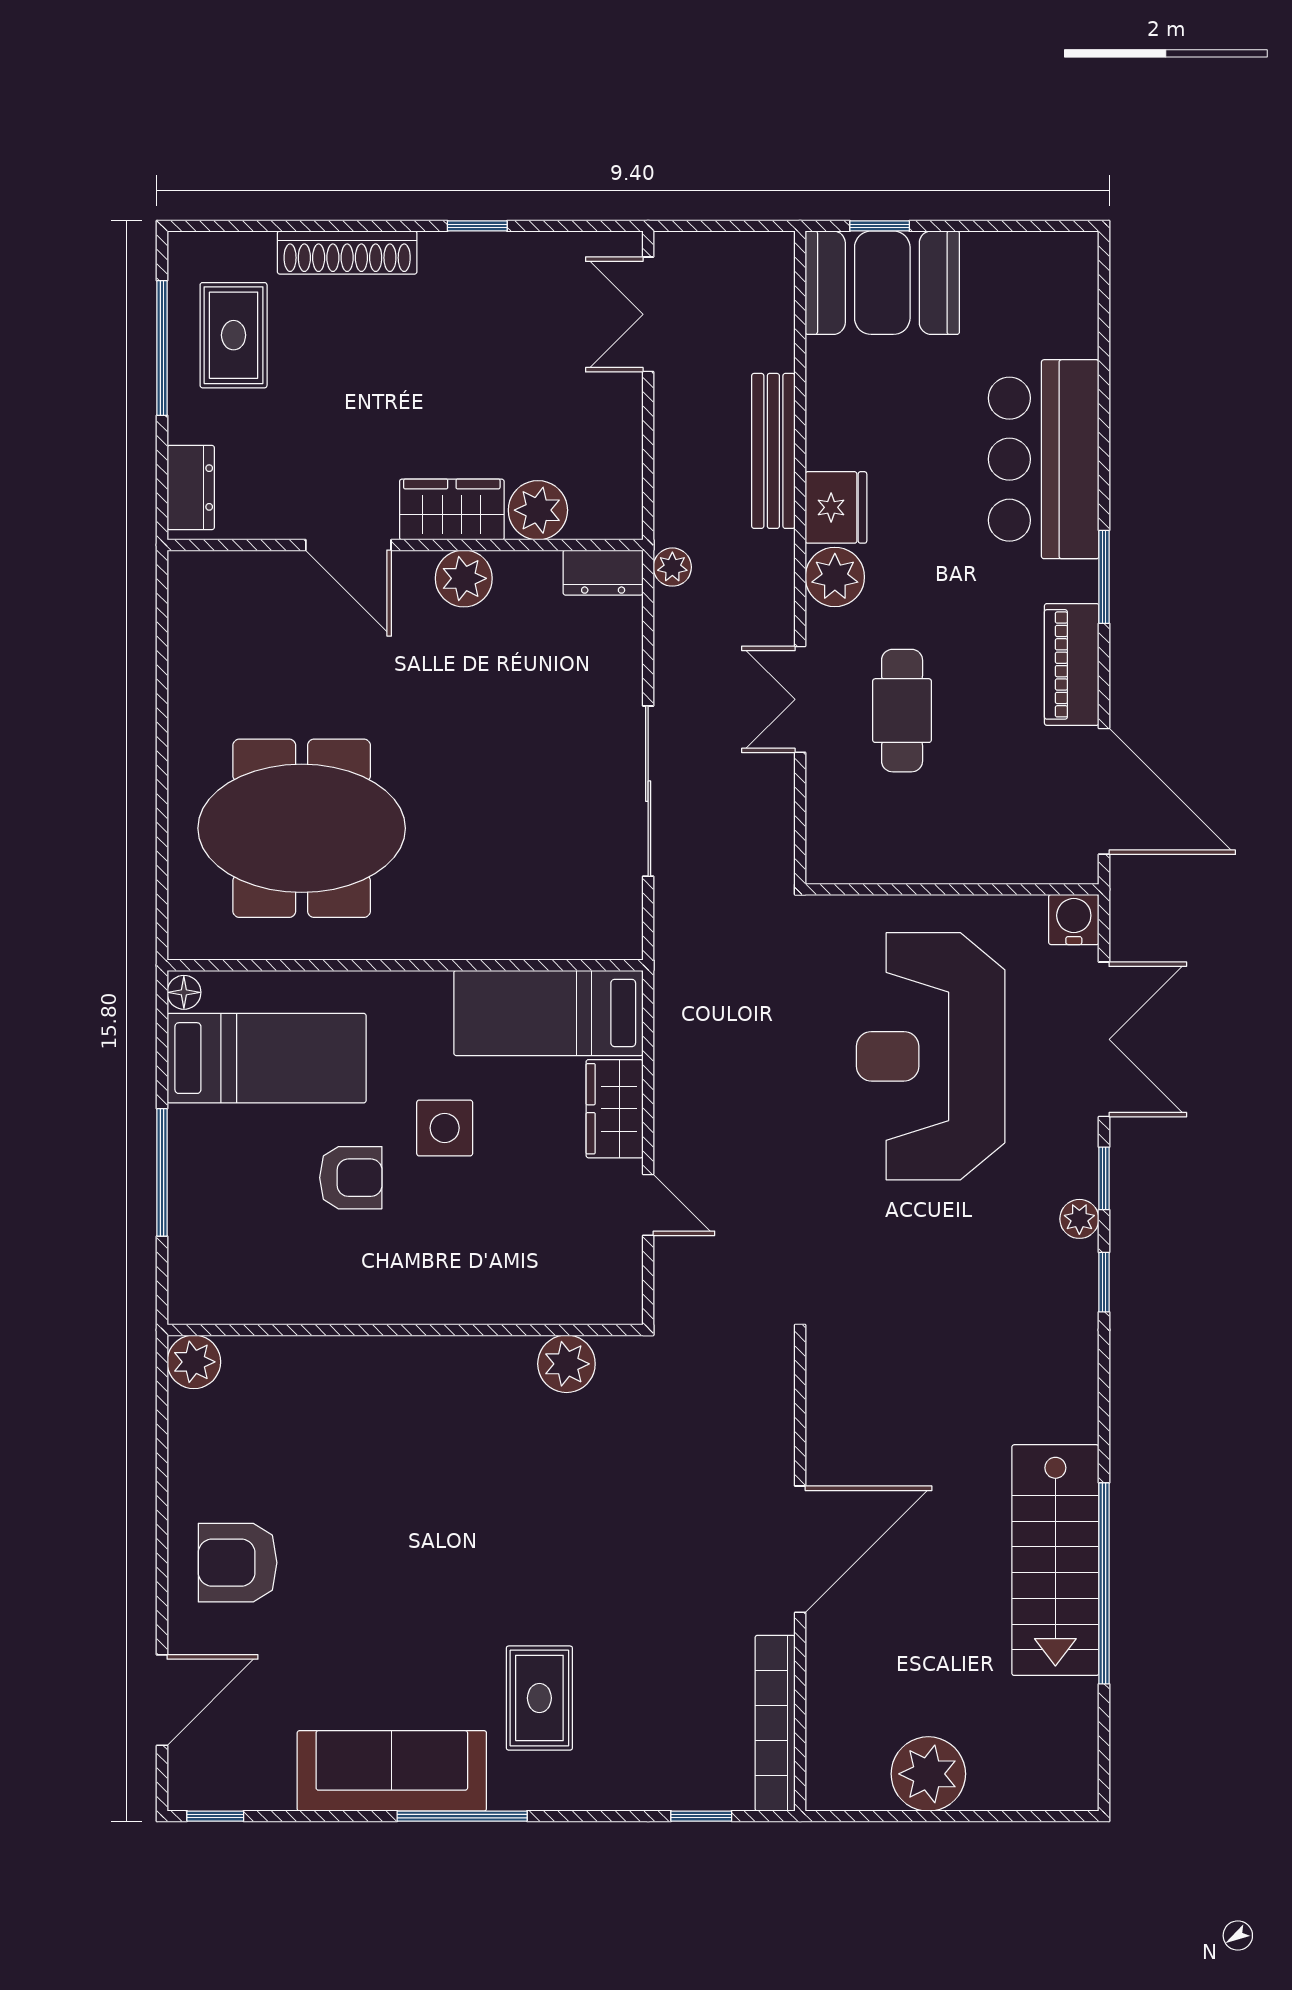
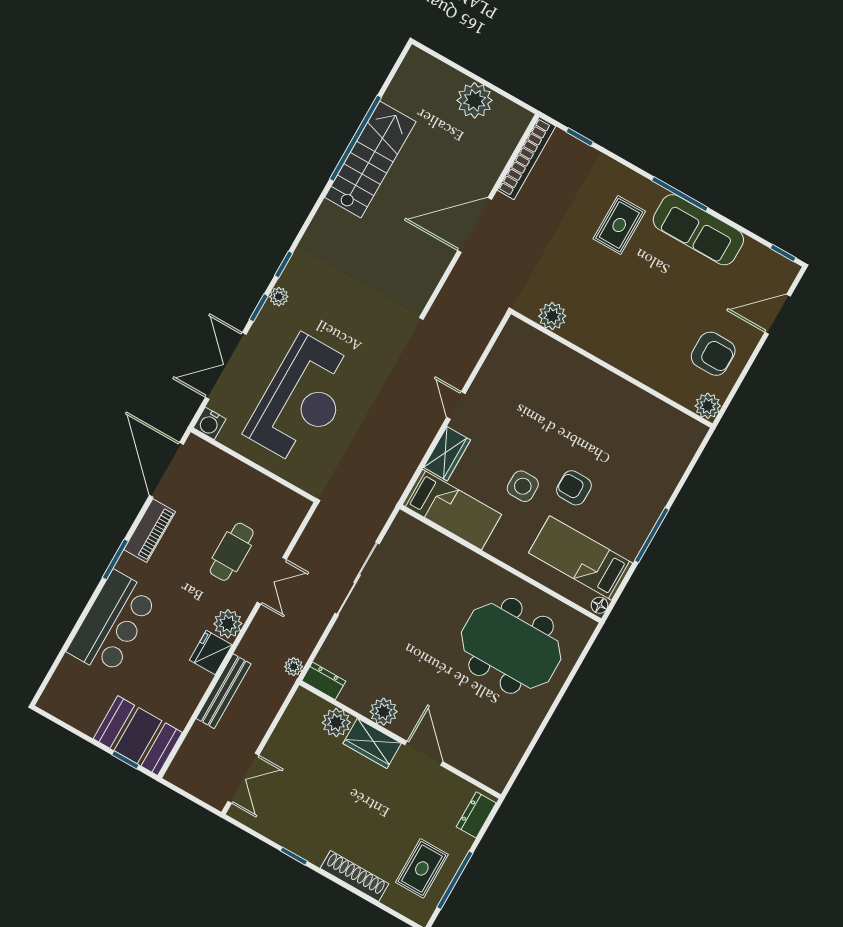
wall: (405, 1330) -> (612, 369), moved
plant: (194, 1362) -> (708, 406), moved
plant: (566, 1364) -> (552, 316), moved

